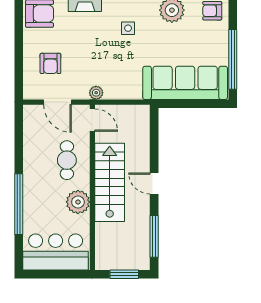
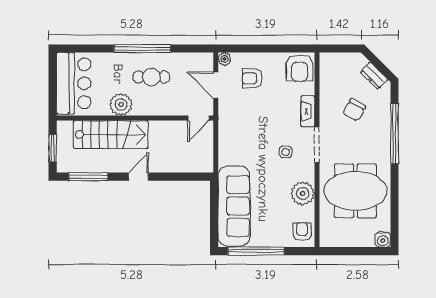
plant: (96, 93) -> (225, 59), moved
door: (57, 102) -> (216, 85), hinge flipped
cafe table: (67, 160) -> (151, 77), moved
stairs: (110, 182) -> (111, 135), moved
window: (19, 204) -> (142, 48), moved

